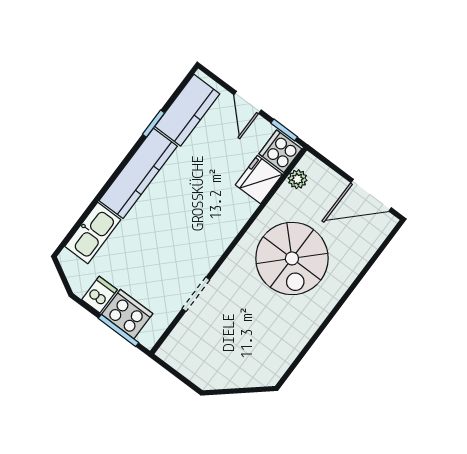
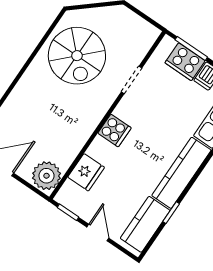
cooker: (280, 151) -> (115, 131), moved
plant: (298, 179) -> (46, 176), width x1.88, depth x1.88
spiral stairs: (292, 258) -> (77, 56), moved, turned 180

